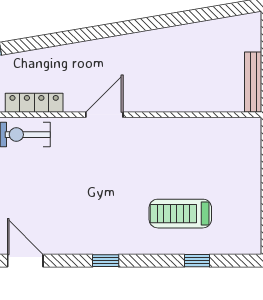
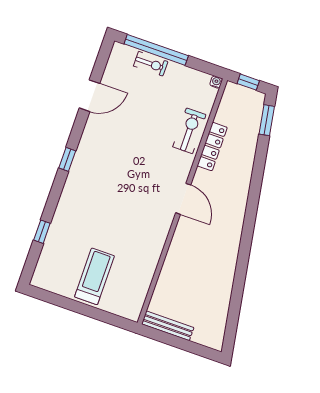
treadmill: (180, 214) -> (94, 276), moved

